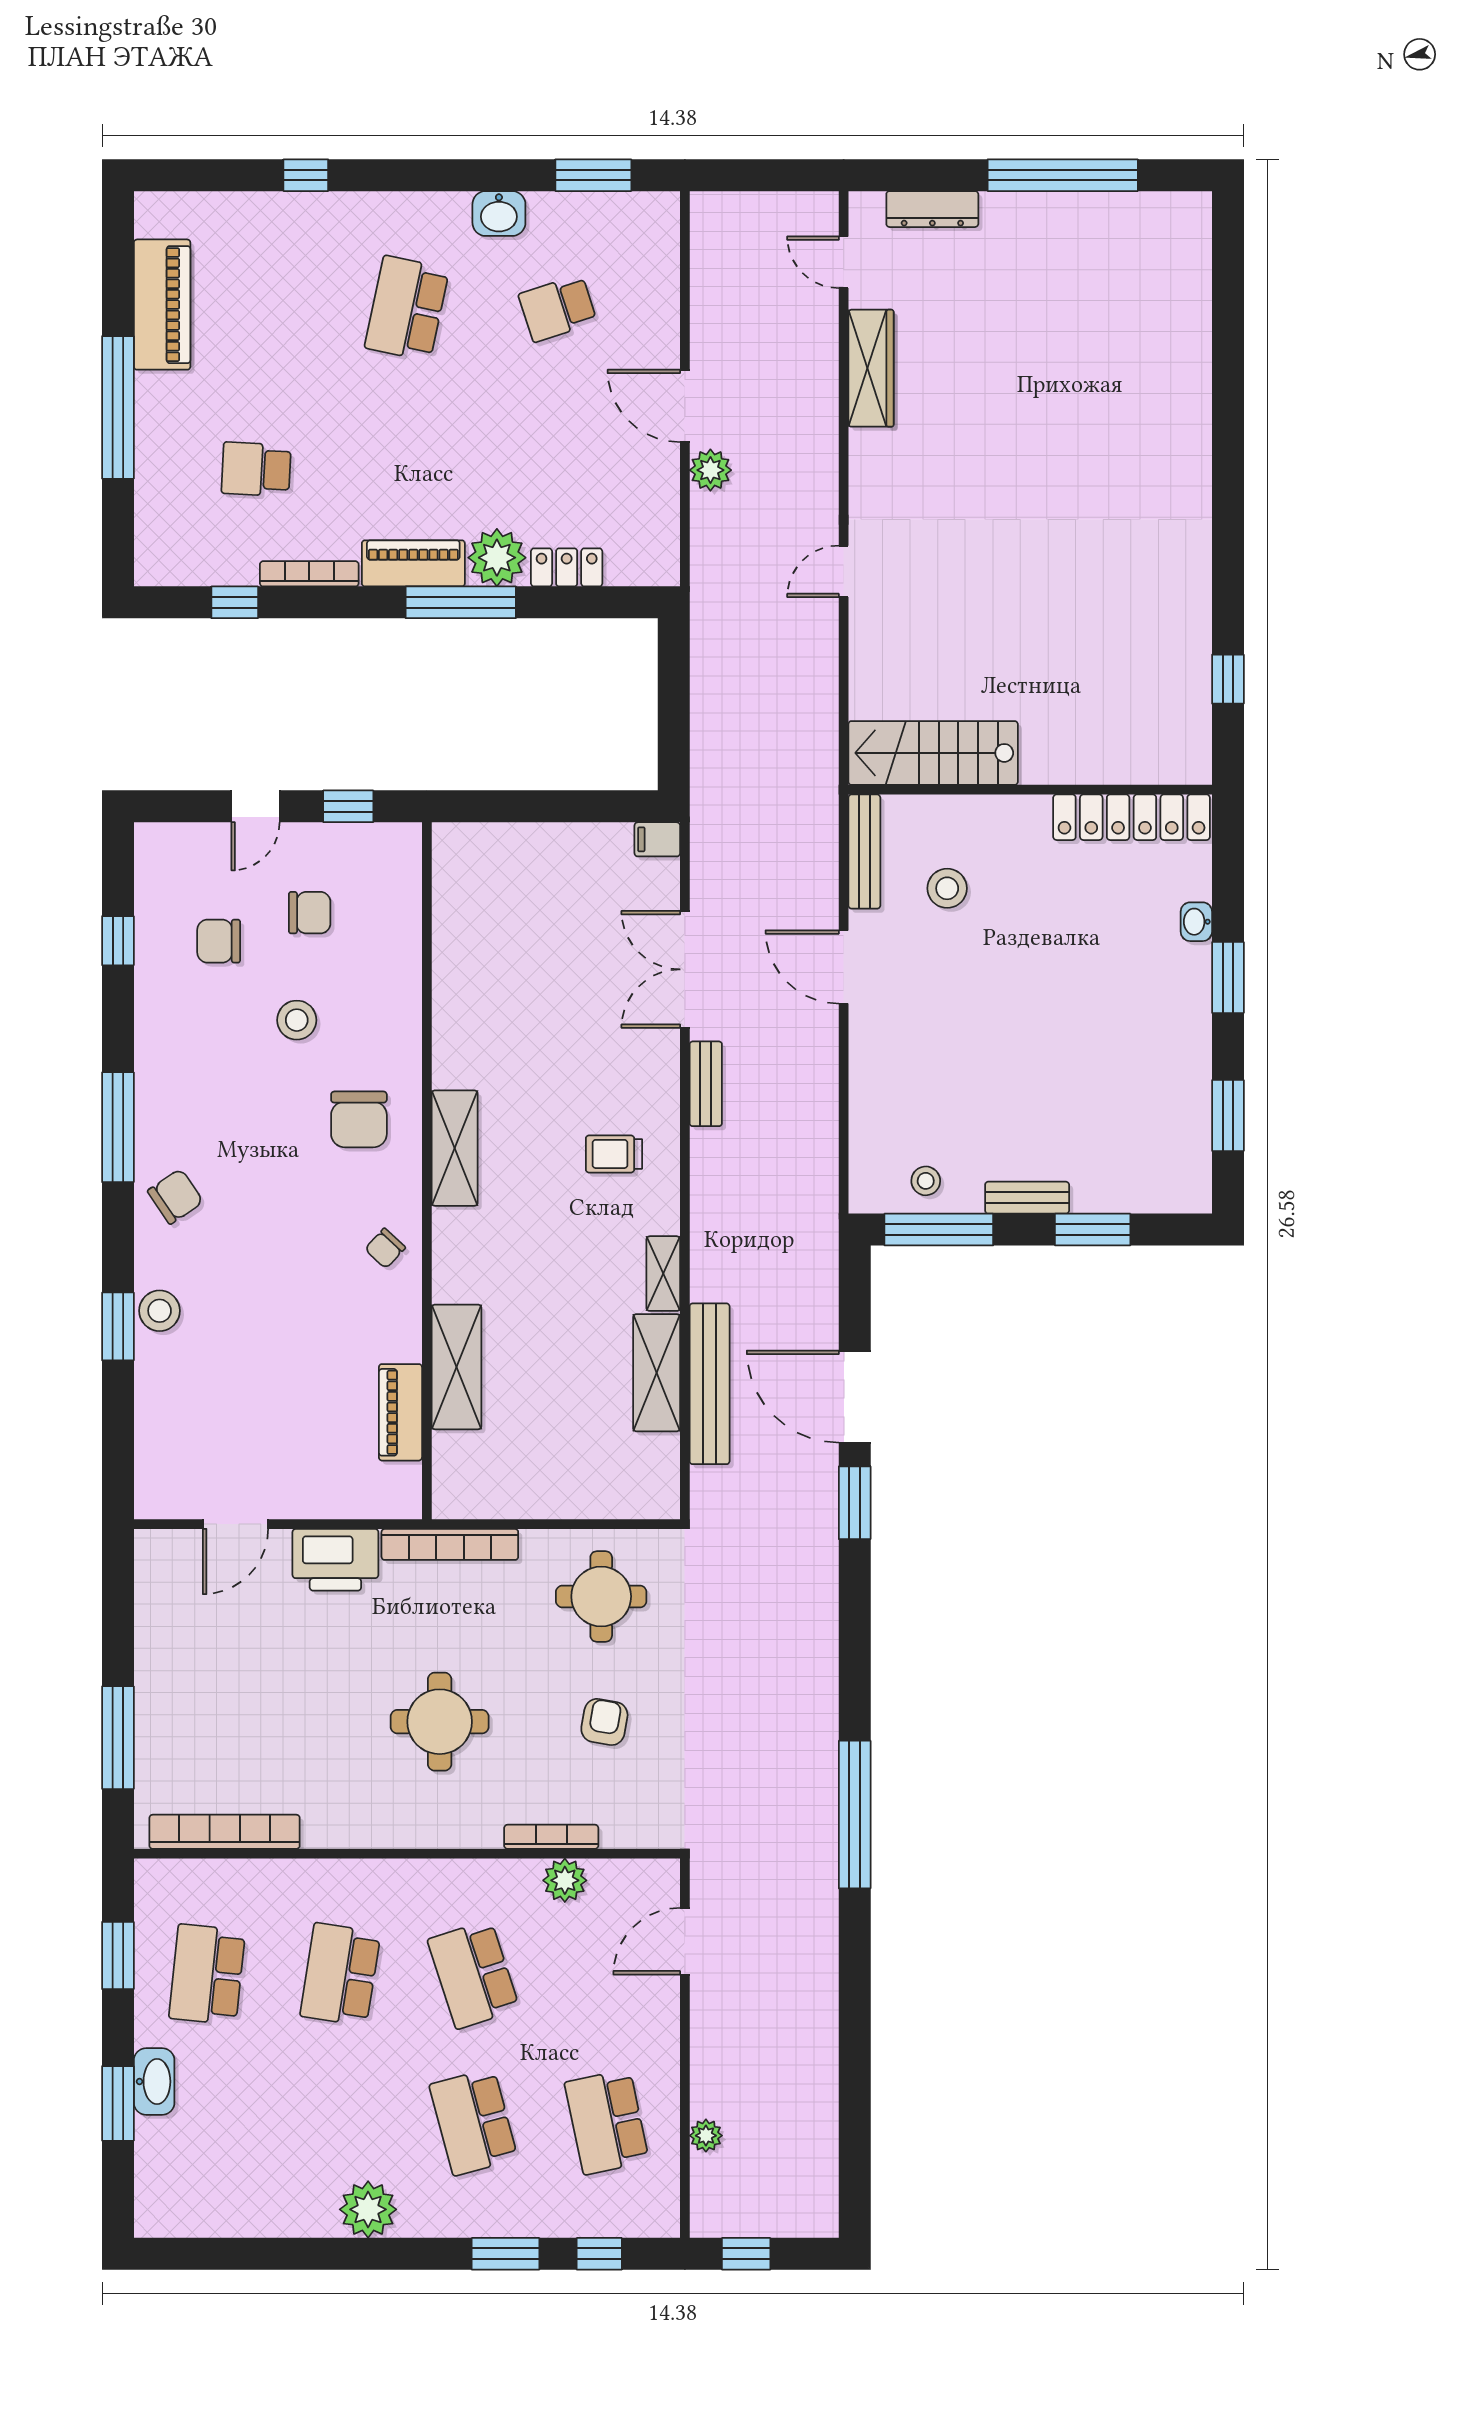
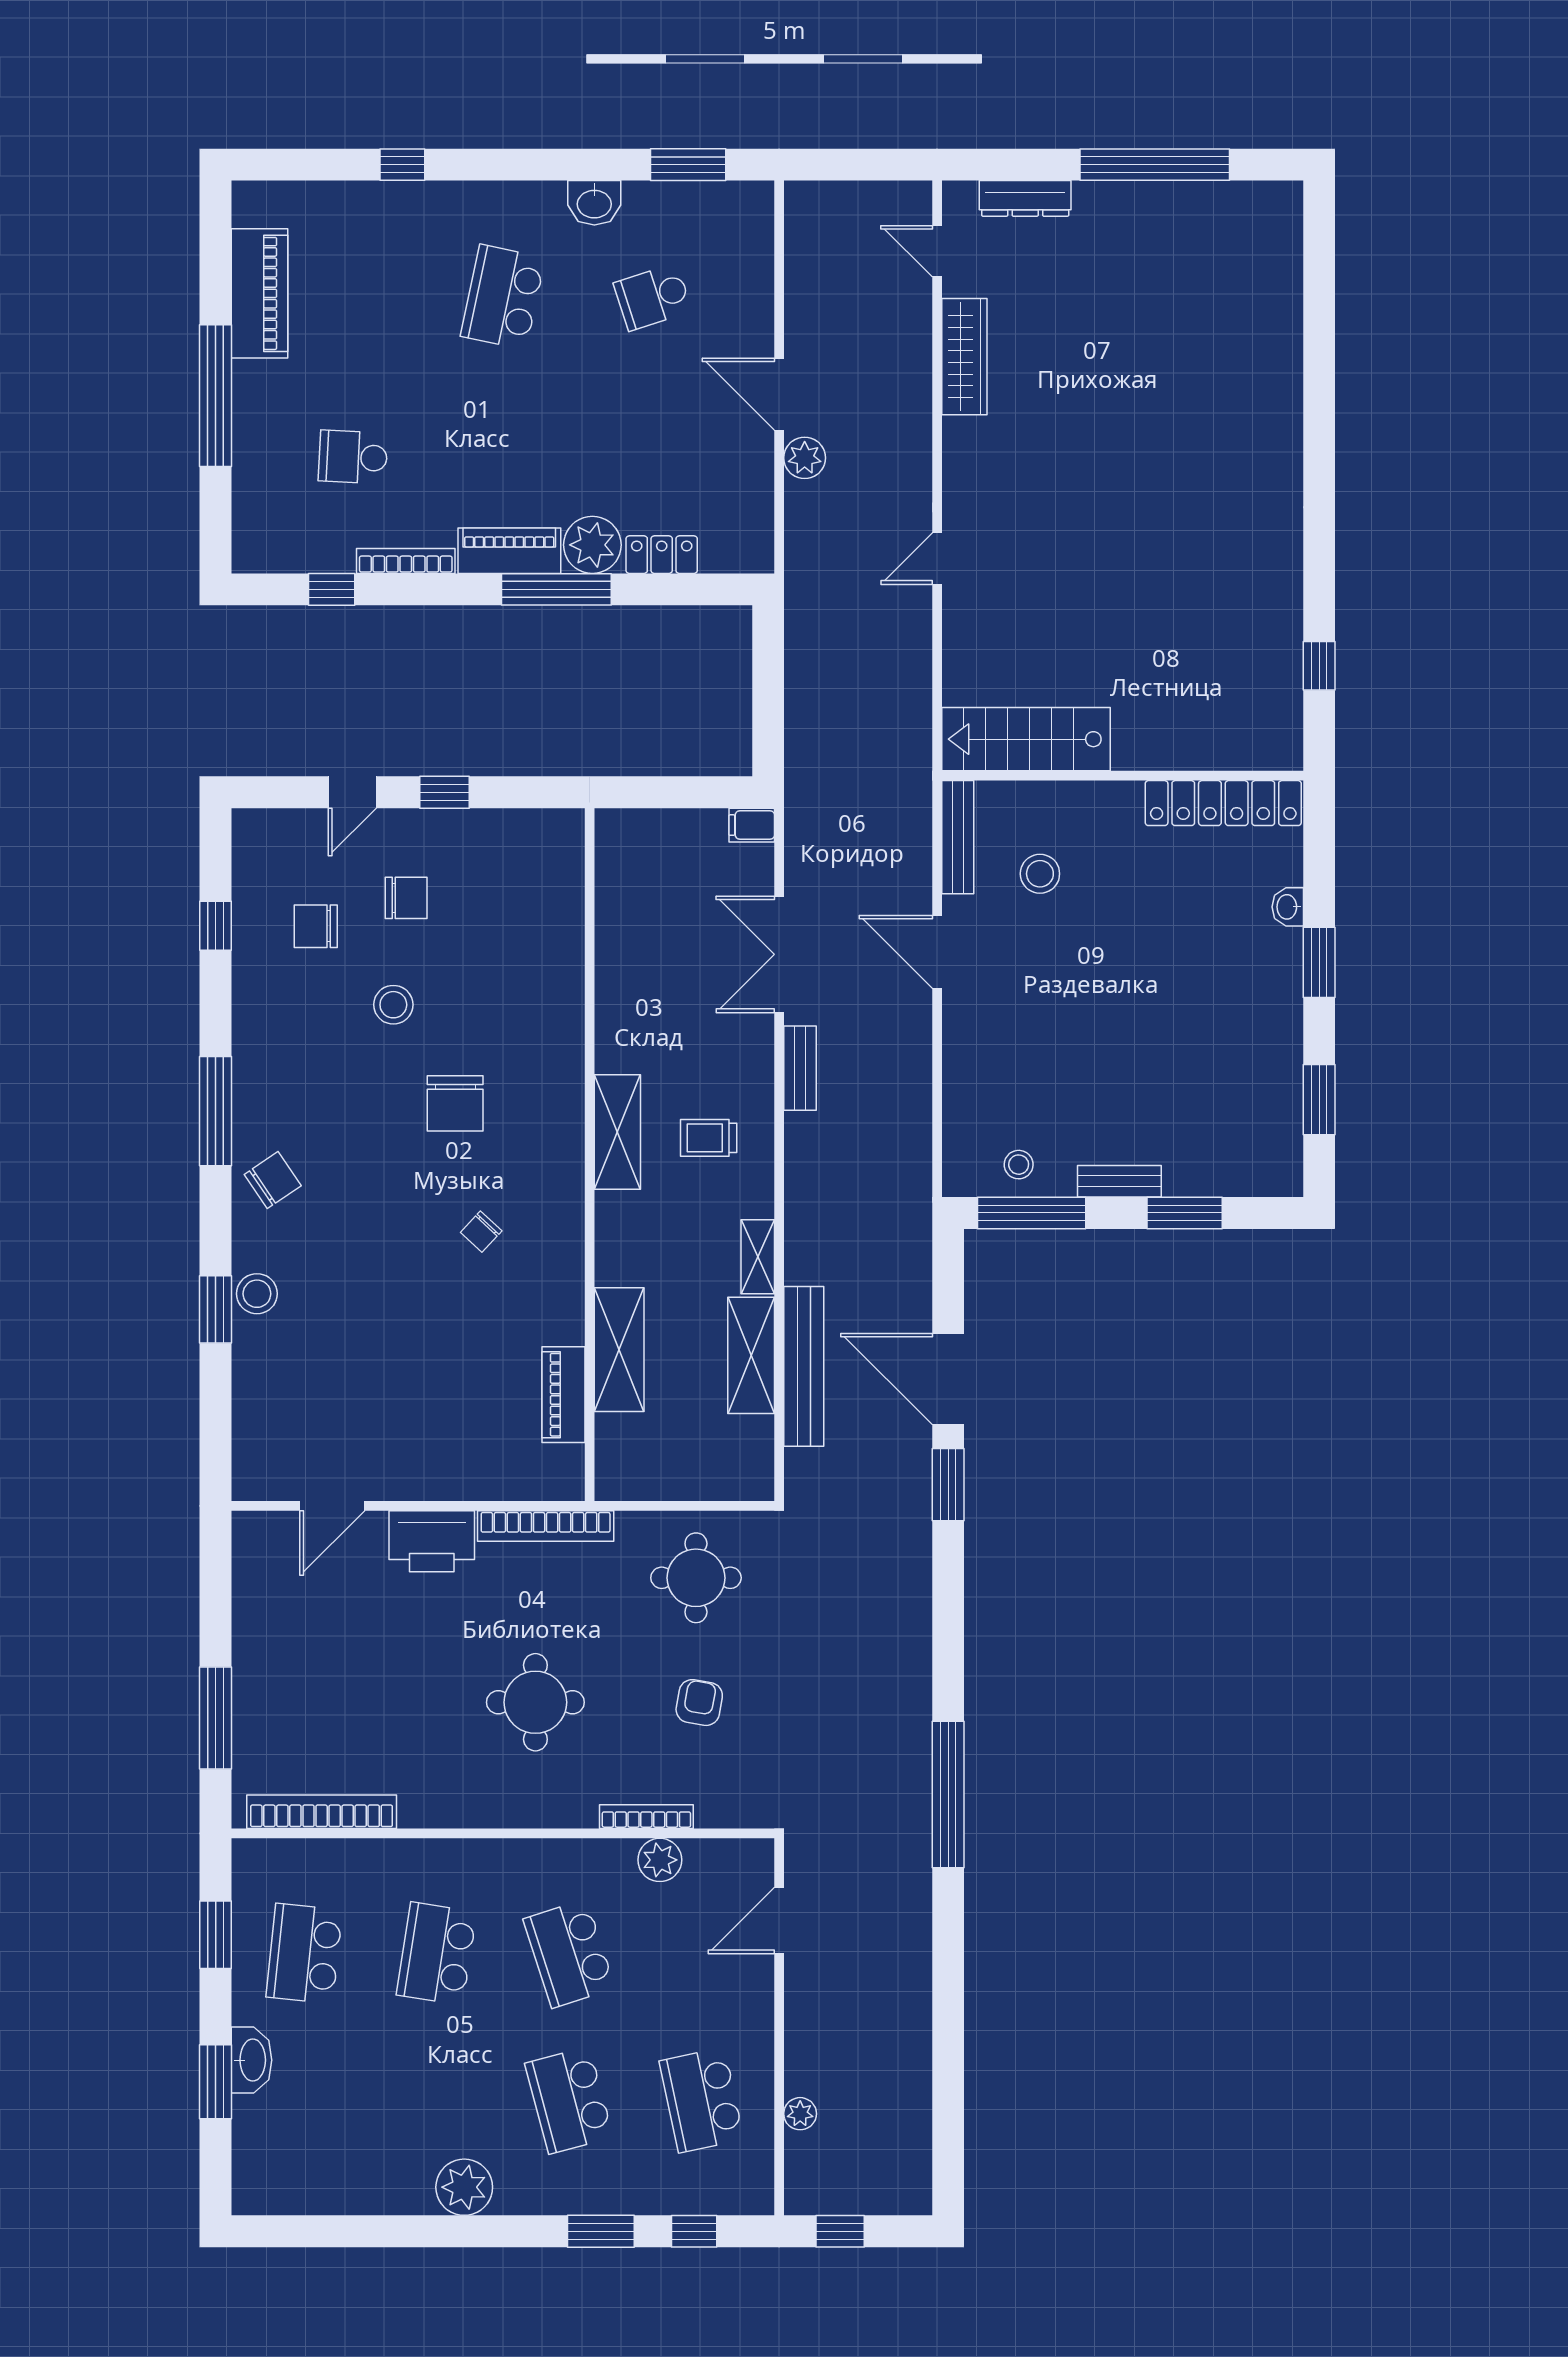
shelving: (455, 1148) -> (617, 1132), moved
wall: (427, 1171) -> (590, 1155), moved
shelving: (456, 1367) -> (619, 1350), moved
piano: (400, 1412) -> (564, 1395), moved

